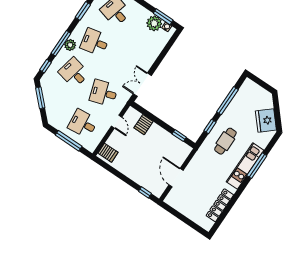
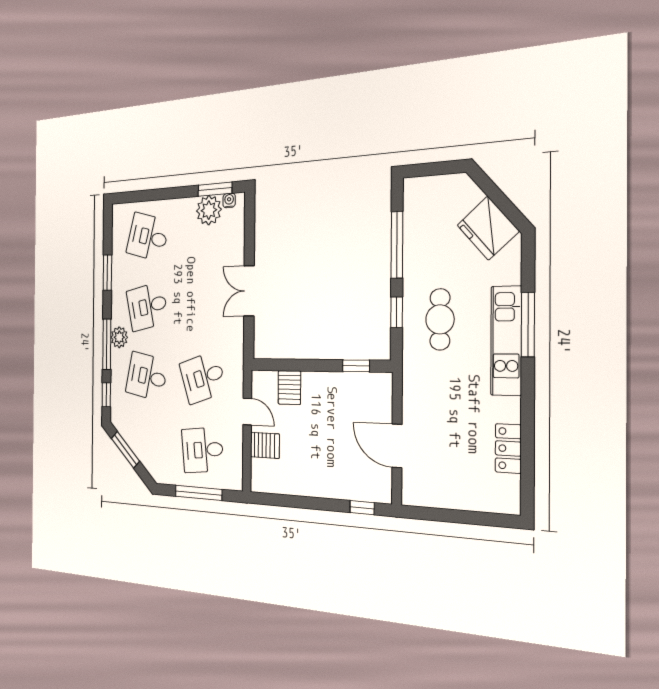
double door: (142, 85) -> (249, 291), moved
server rack: (108, 153) -> (265, 445), moved
locker: (220, 205) -> (508, 448), width x0.66

